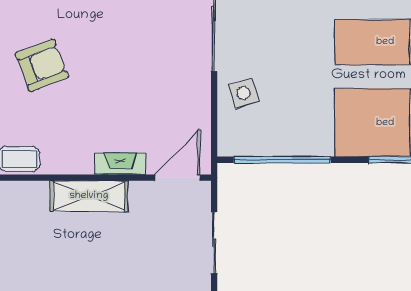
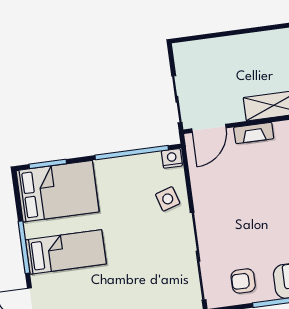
nightstand: (231, 145) -> (172, 158), added
sliding door: (214, 243) -> (177, 99), moved

